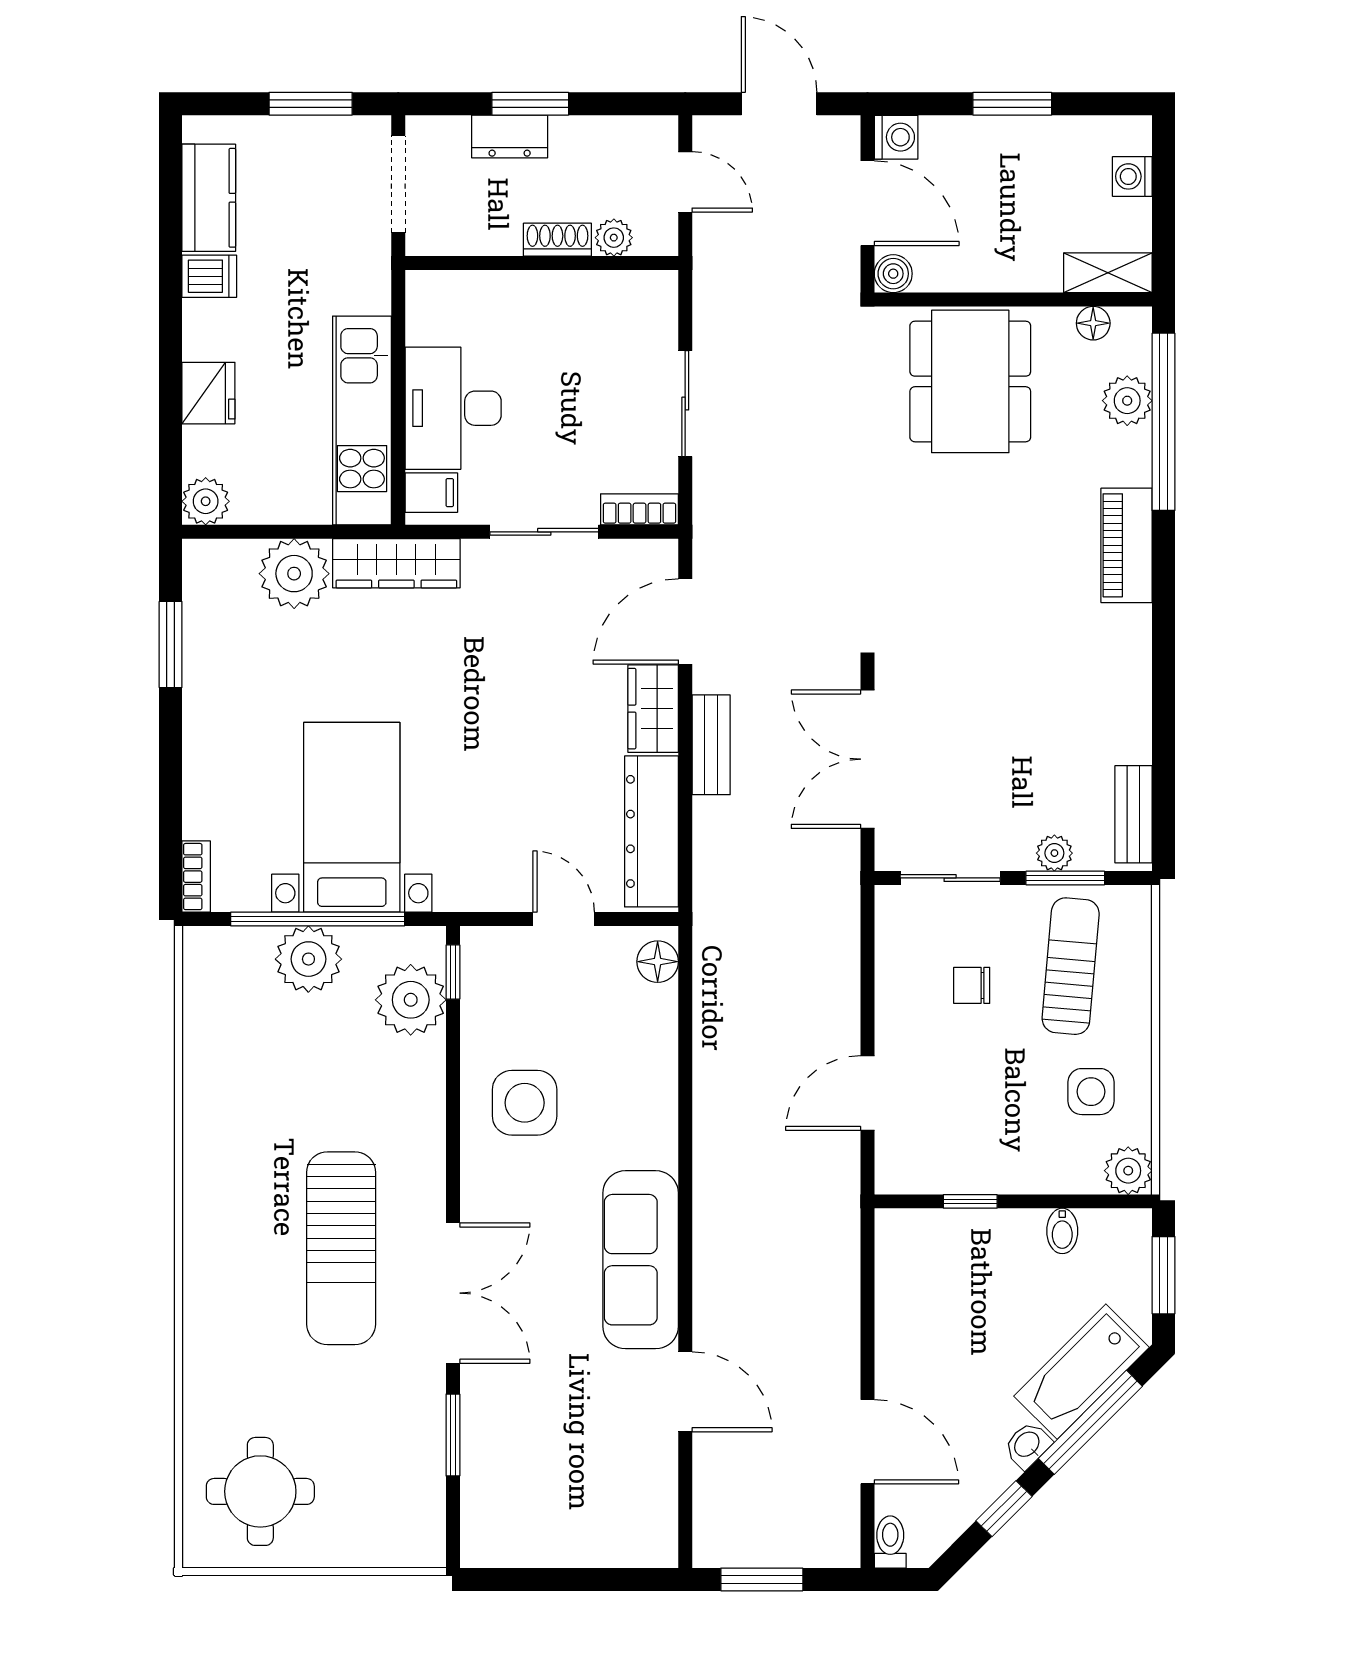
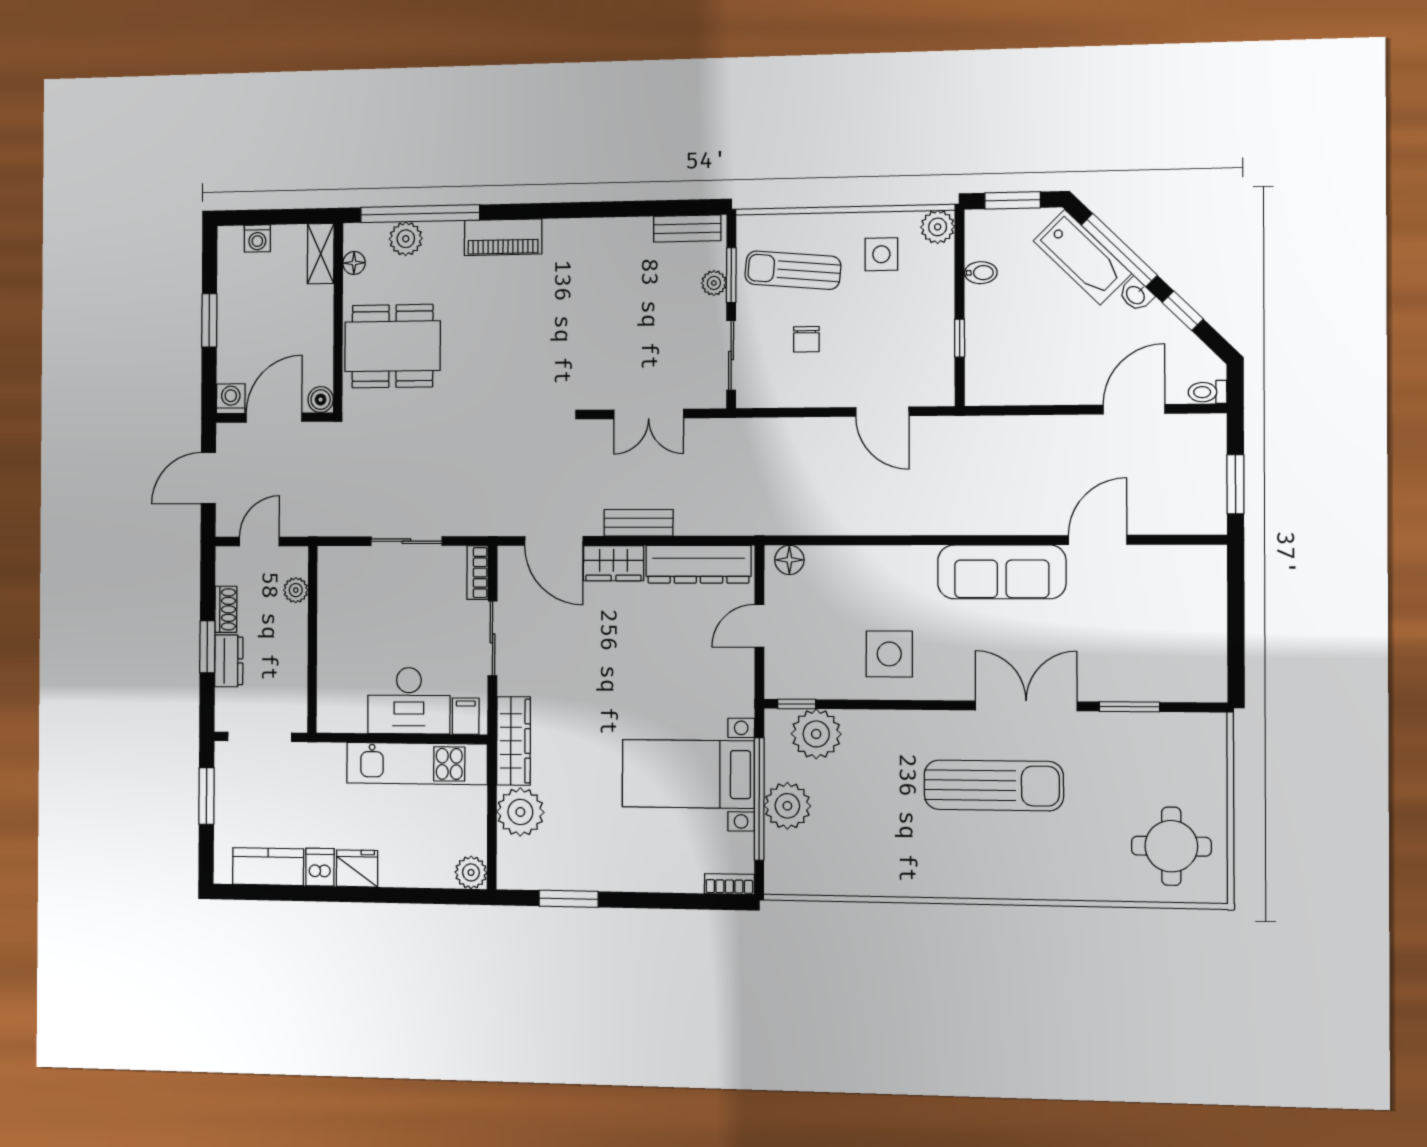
shoe rack: (557, 240) -> (226, 609), moved, turned 180
fridge: (208, 393) -> (357, 868), moved
double door: (867, 759) -> (649, 414), width x0.73

